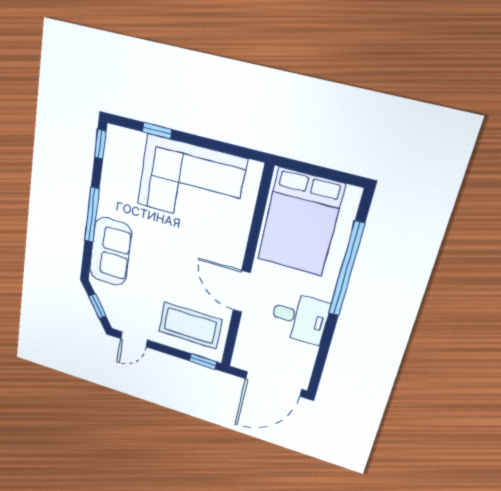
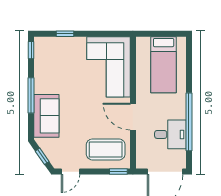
corner sofa: (191, 182) -> (108, 67), moved, turned 90
bed: (300, 222) -> (164, 65), width x0.67
window: (347, 269) -> (189, 122), moved
desk: (300, 318) -> (170, 134), moved

